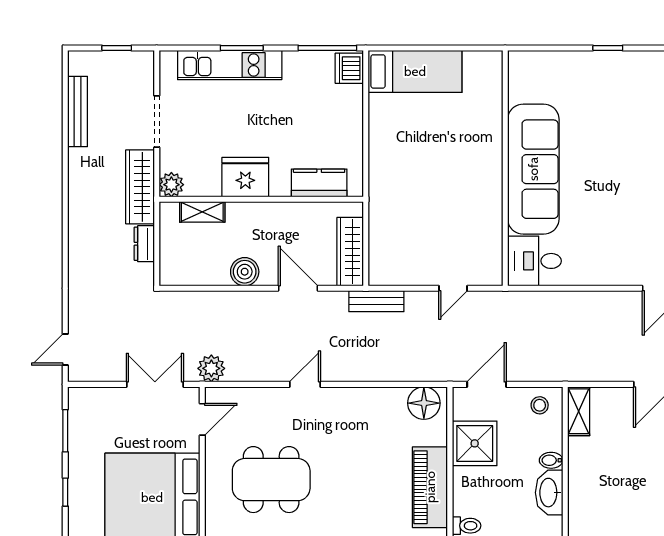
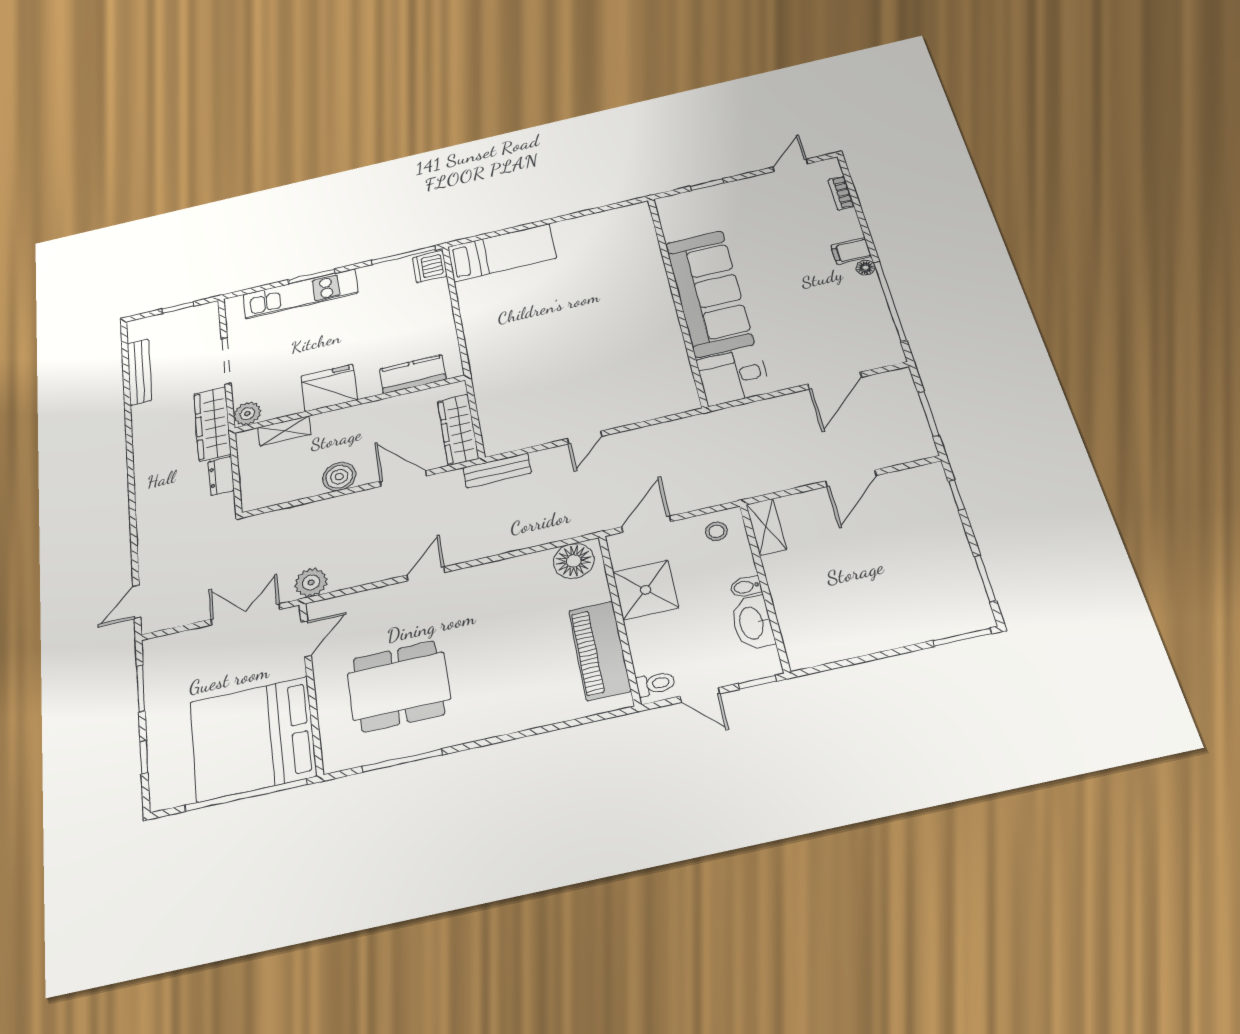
wall: (505, 168) -> (677, 300), moved
sofa: (533, 169) -> (709, 293), moved
desk: (534, 261) -> (733, 376), moved

